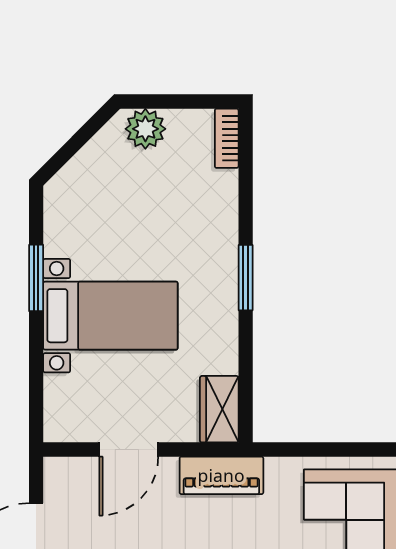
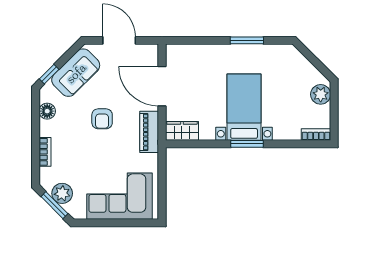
bed with nightstands: (110, 316) -> (244, 107), moved, turned 180
door: (129, 450) -> (162, 86), width x1.36

